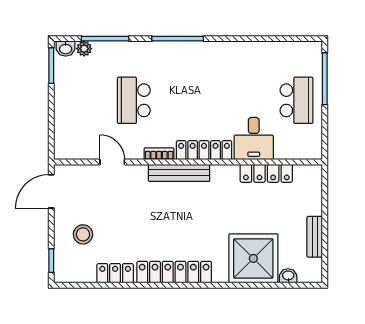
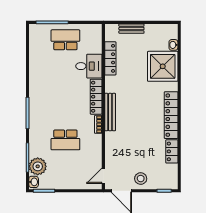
plant: (84, 49) -> (38, 166), width x1.88, depth x1.88
door: (112, 162) -> (103, 176), moved
stool: (83, 234) -> (141, 179), moved
bench: (315, 237) -> (131, 29), moved

